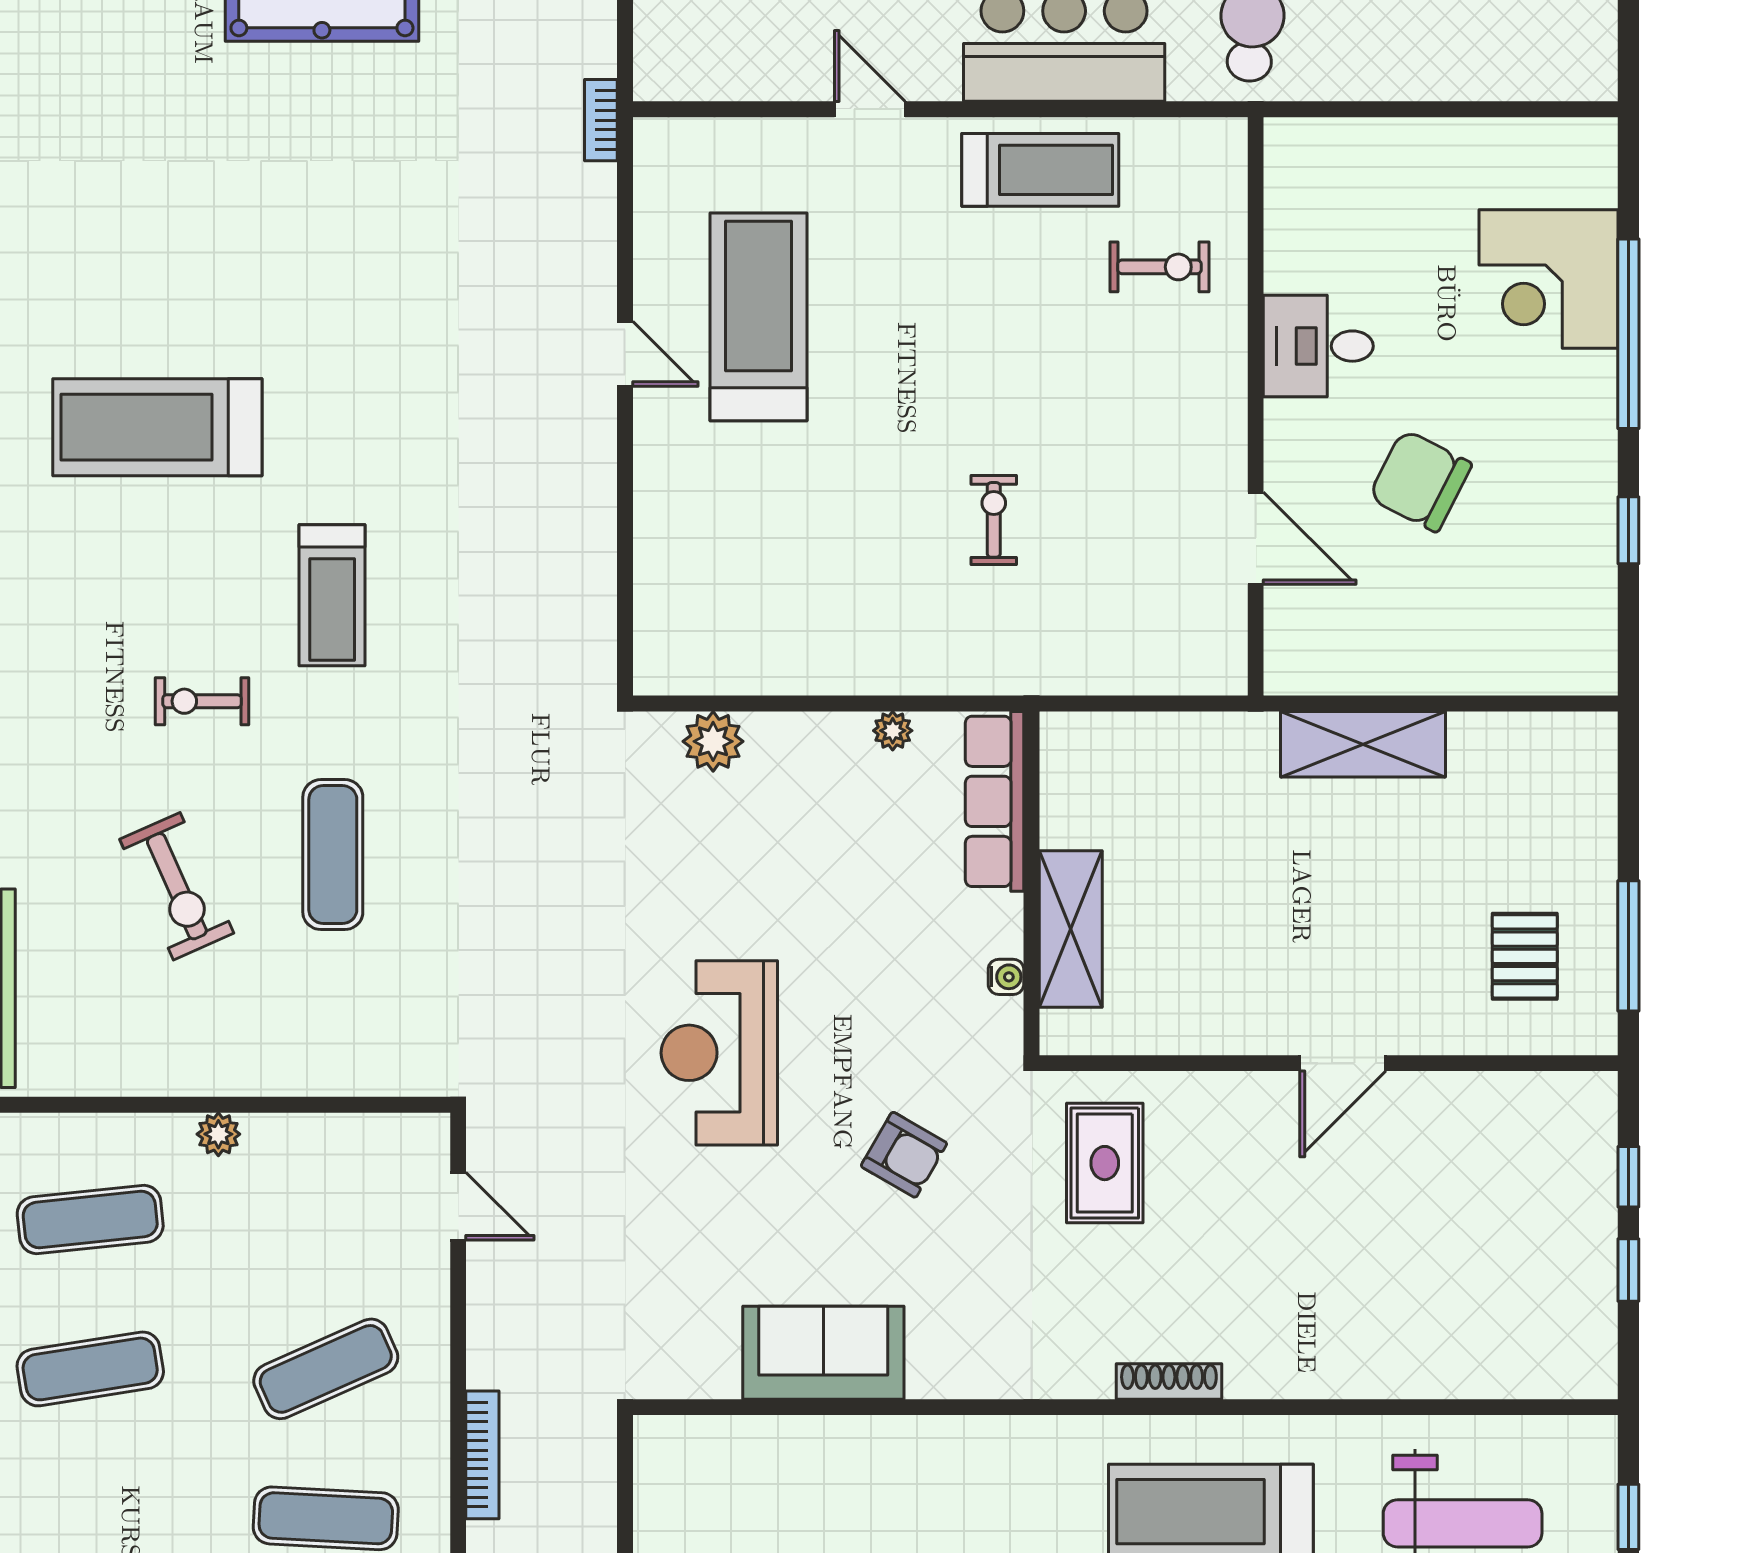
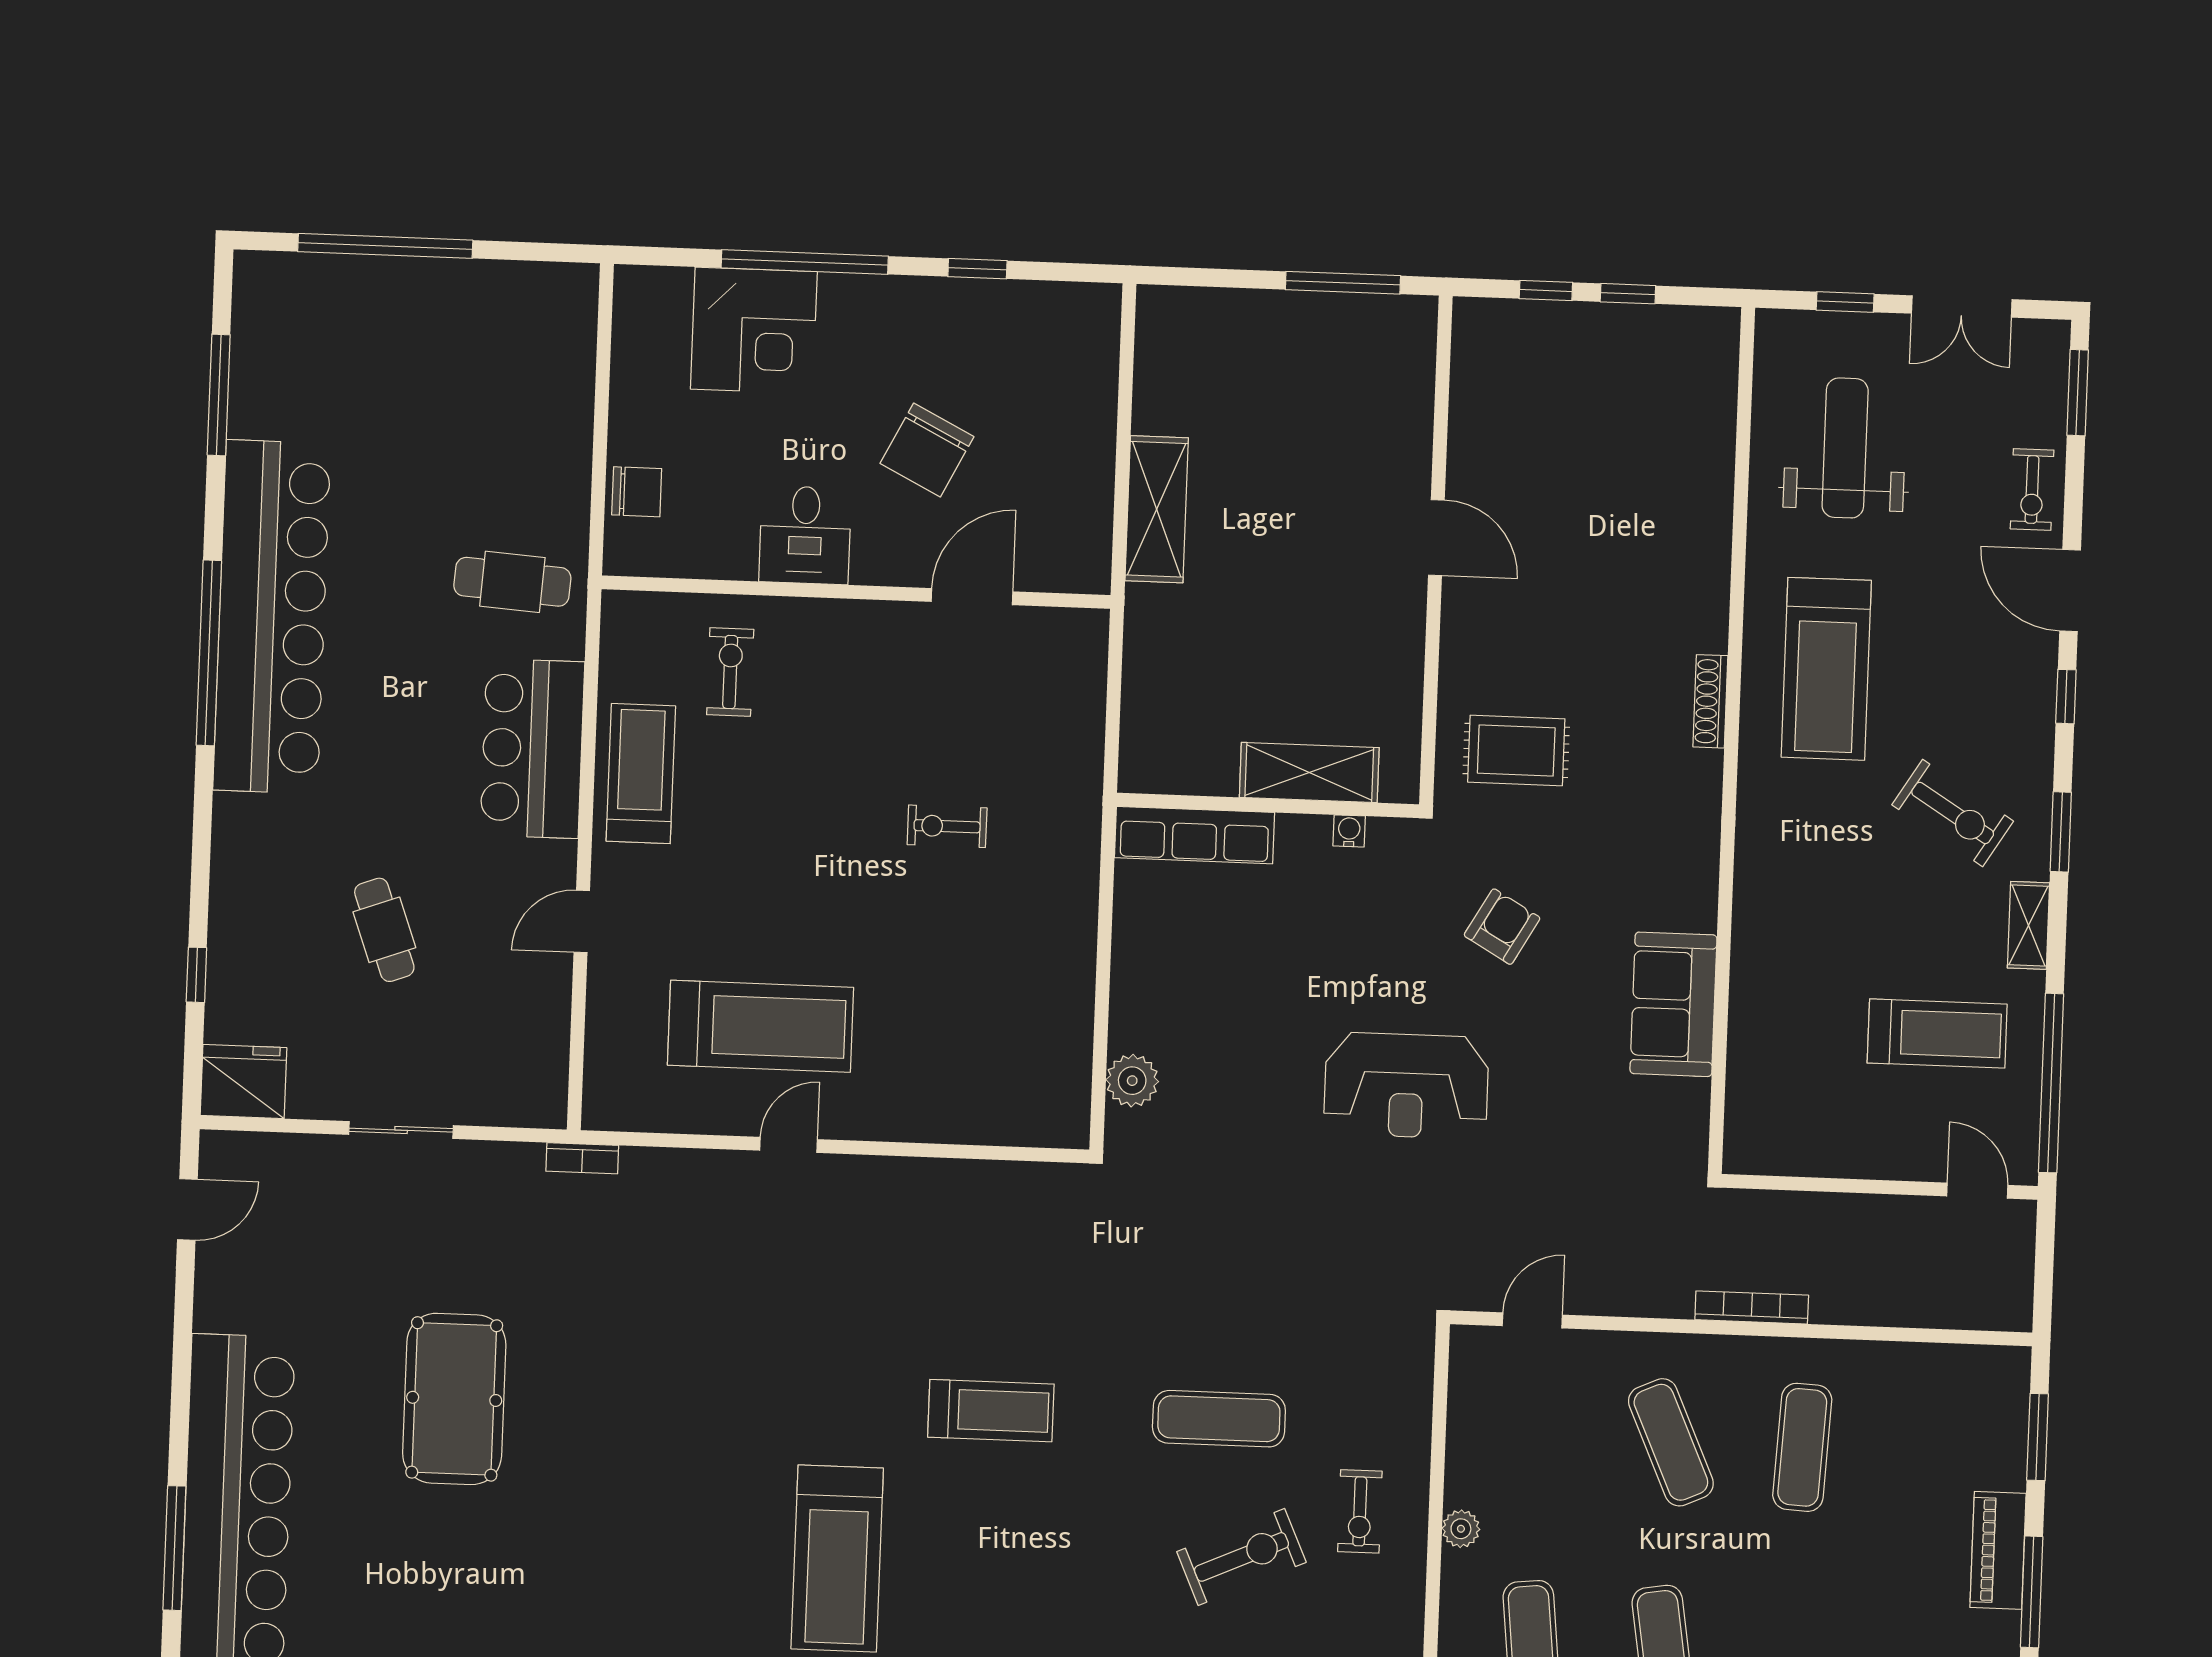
chair: (1360, 153) -> (637, 492), added
treadmill: (759, 317) -> (760, 1026), turned 180
exercise bike: (202, 701) -> (1360, 1511), moved
plant: (893, 731) -> (1129, 922), removed
pallet: (1525, 956) -> (1349, 374), removed

